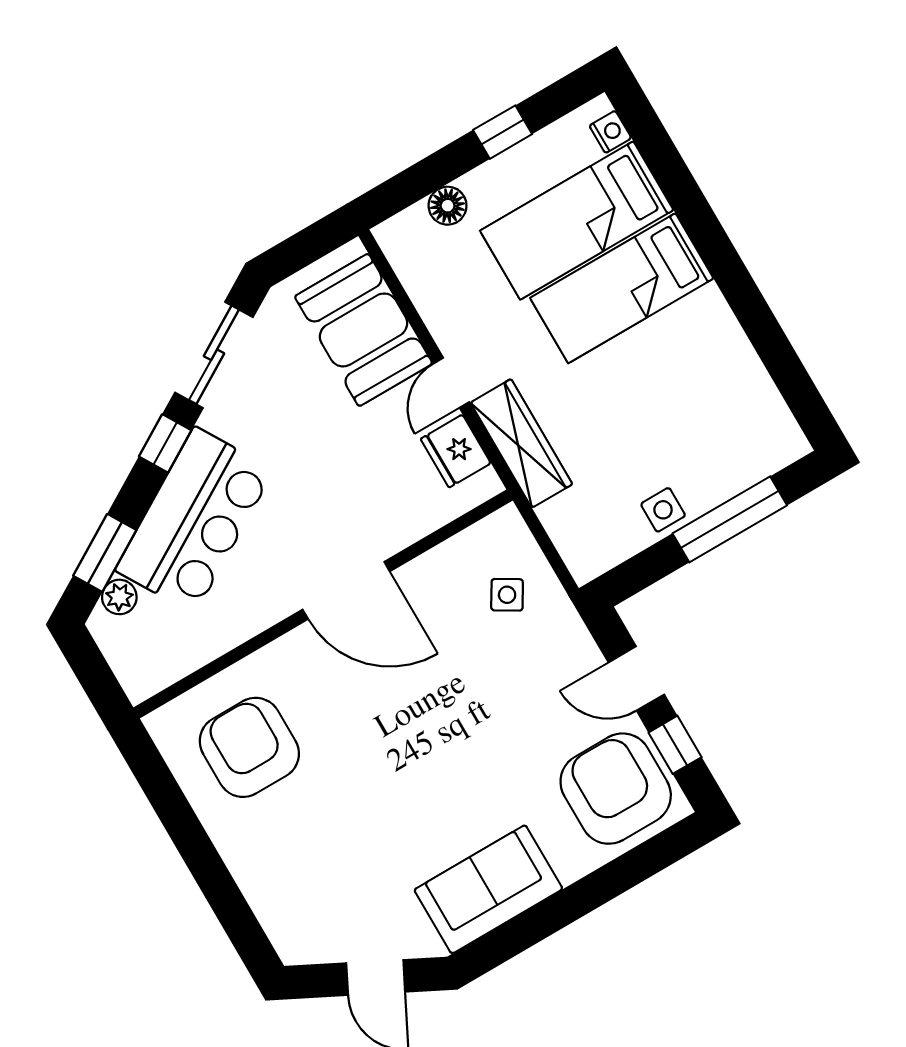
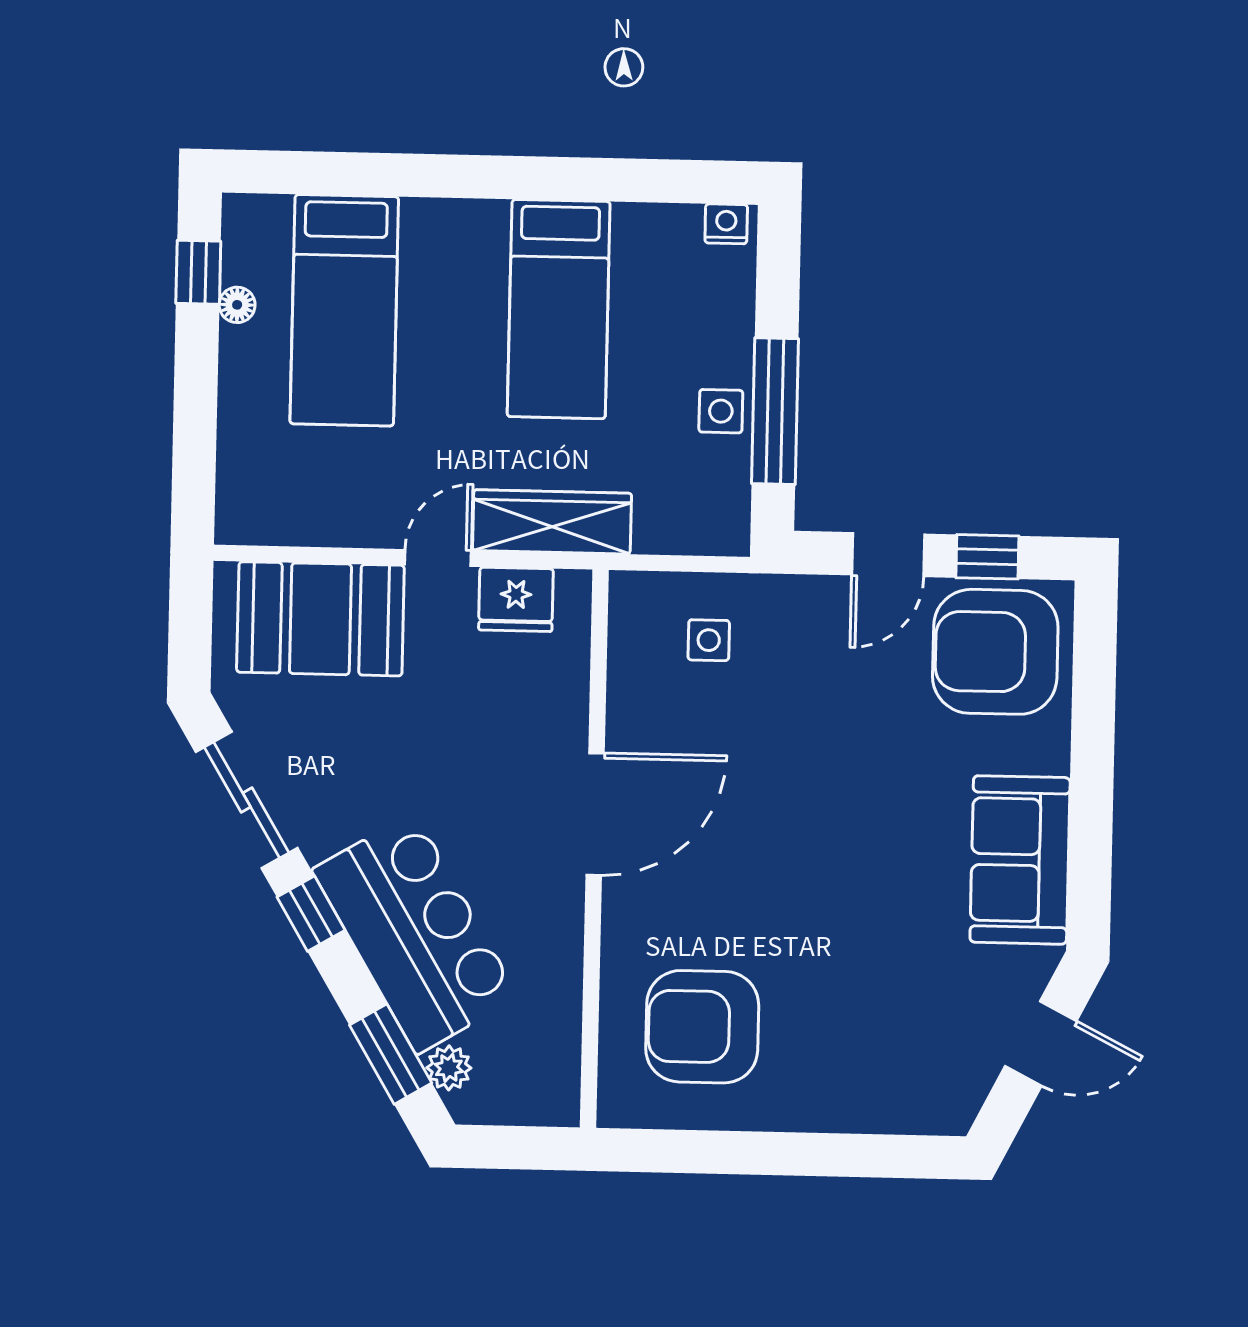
window: (503, 132) -> (198, 272), moved
nightstand: (610, 132) -> (726, 224), moved
floor lamp: (448, 206) -> (237, 305), moved, width x0.73, depth x0.73
bed: (622, 288) -> (559, 309), moved
door: (451, 383) -> (438, 558), swing flipped
window: (730, 519) -> (775, 411), moved
side table: (507, 595) -> (709, 640), turned -31

